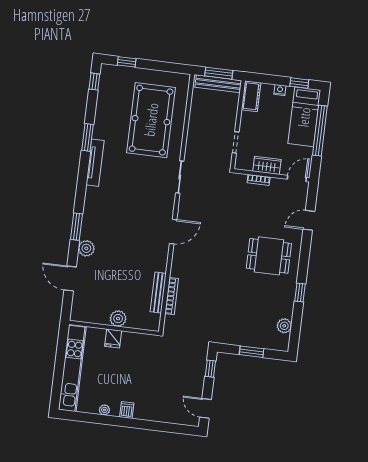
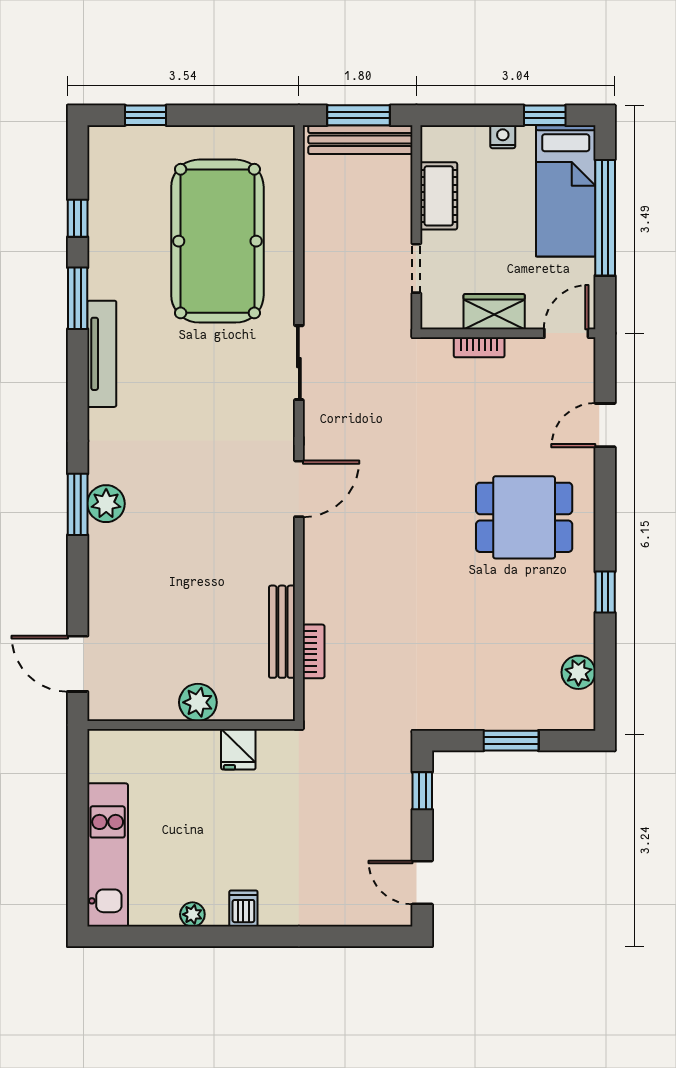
window: (94, 82) -> (78, 218), moved
cot: (251, 96) -> (439, 196), moved
plant: (86, 248) -> (106, 504), moved
door: (70, 279) -> (78, 664), moved
bookcase: (172, 296) -> (314, 651), width x0.64
fridge: (113, 339) -> (238, 749), moved
kitchen unit: (72, 368) -> (108, 855), width x0.73

